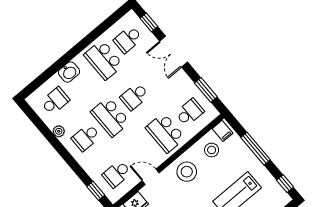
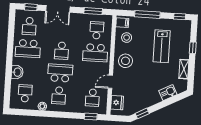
school desk: (110, 117) -> (60, 73), turned 180

